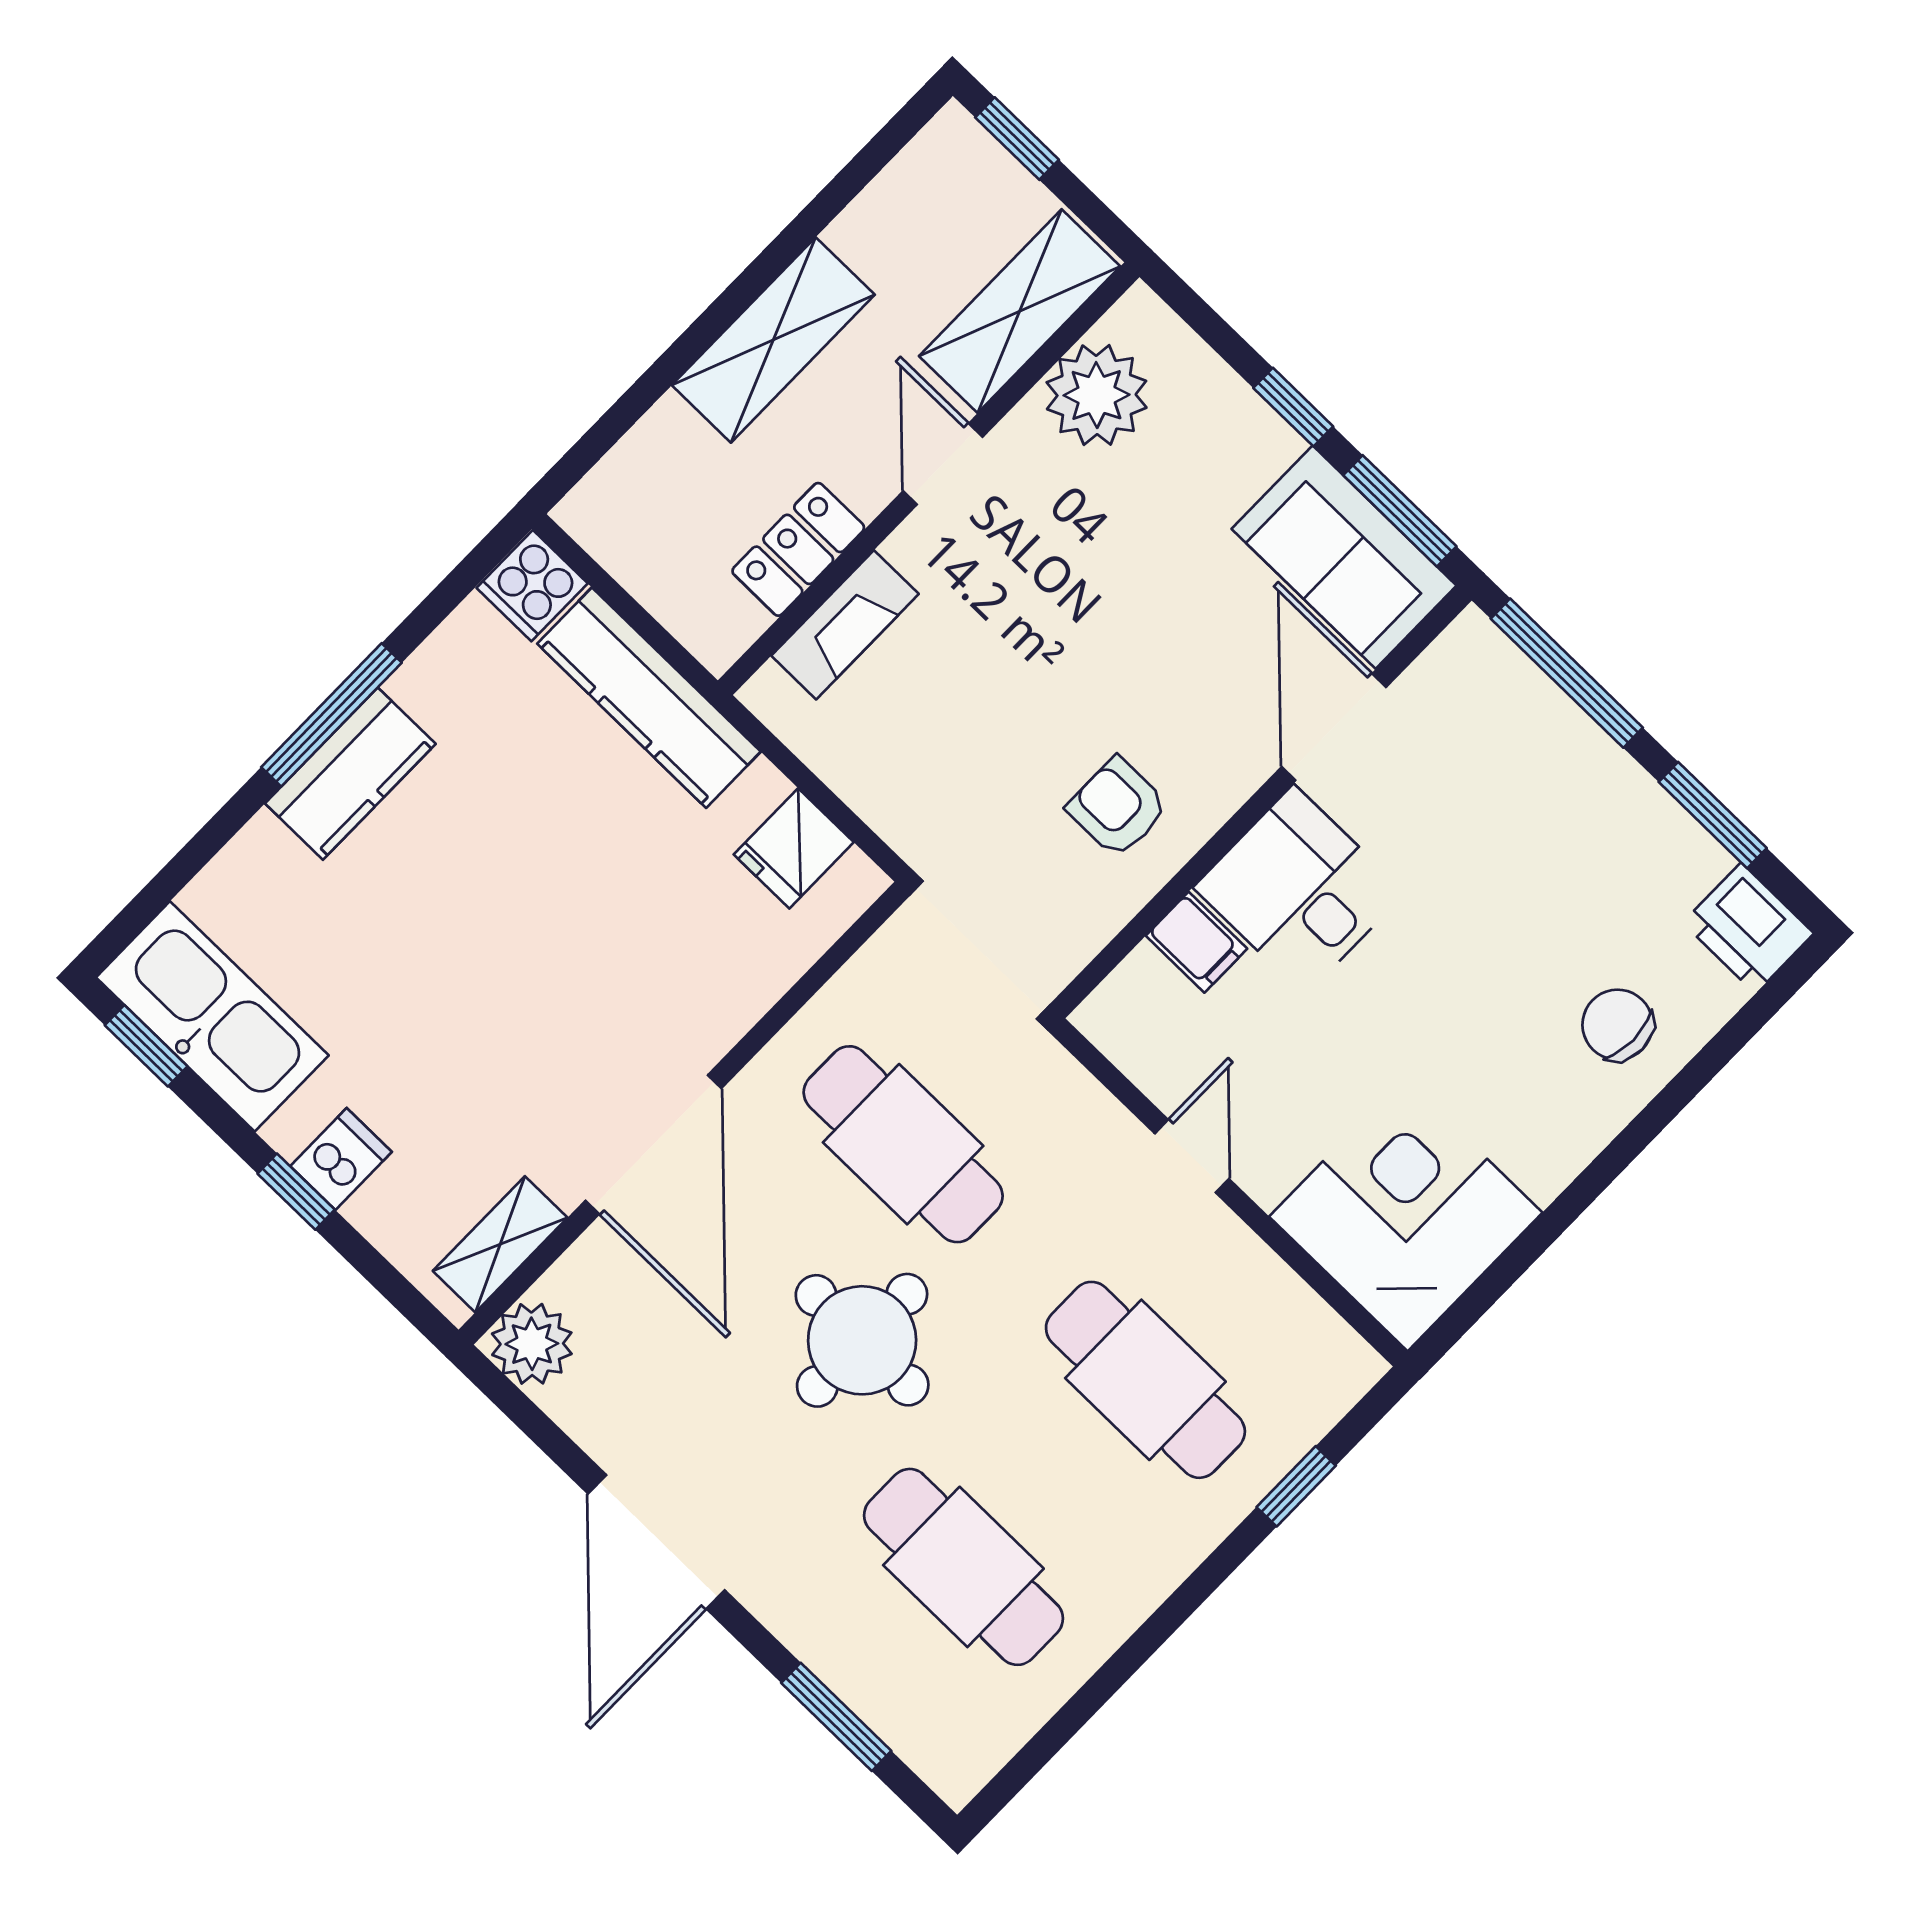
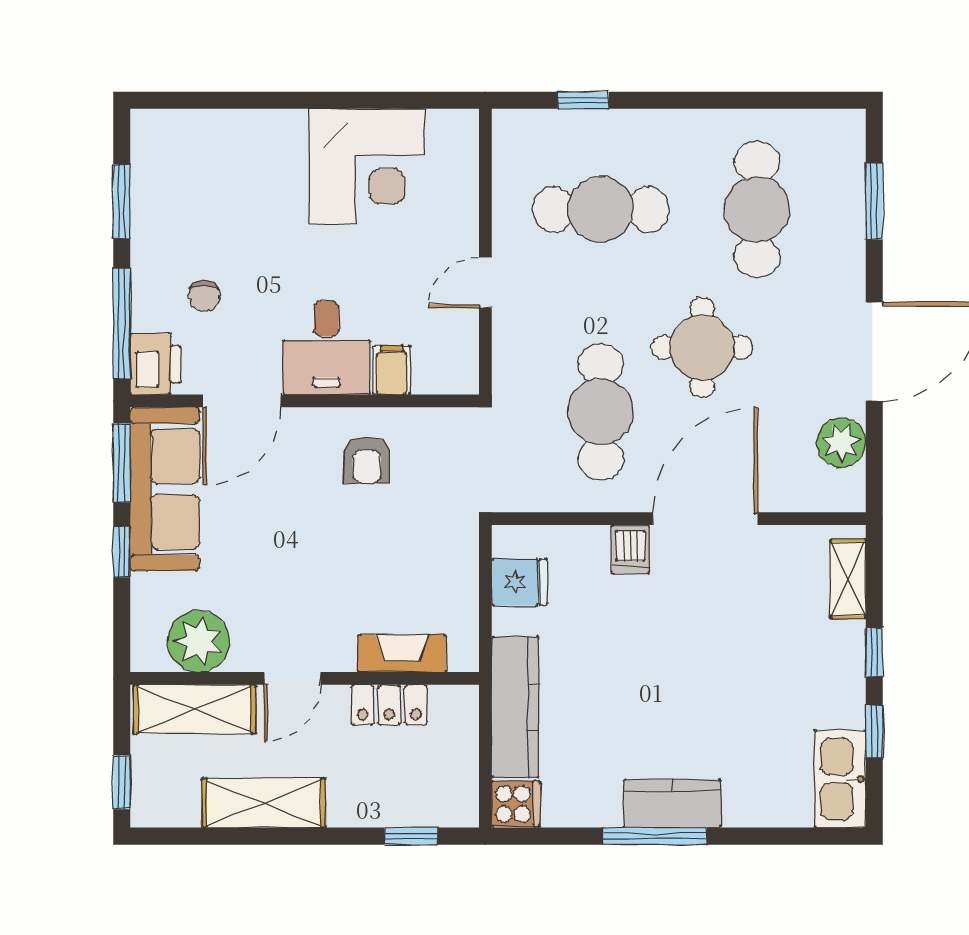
shelving: (773, 340) -> (264, 803), moved
window: (616, 422) -> (411, 836), added
sofa: (1344, 557) -> (165, 489), width x1.36
printer: (1748, 928) -> (155, 364), moved
kitchen sink: (212, 1016) -> (840, 779), width x0.73, depth x0.81
chair: (1618, 1025) -> (204, 296), moved, width x0.73, depth x0.73
window: (146, 1046) -> (874, 732), moved
dishwasher: (341, 1159) -> (630, 549), moved, turned -90
corner desk: (1406, 1215) -> (367, 167), moved, turned -90
shelving: (500, 1244) -> (848, 579), moved, turned 90
plant: (532, 1344) -> (841, 442), moved
cafe table: (1145, 1380) -> (601, 209), turned 90

